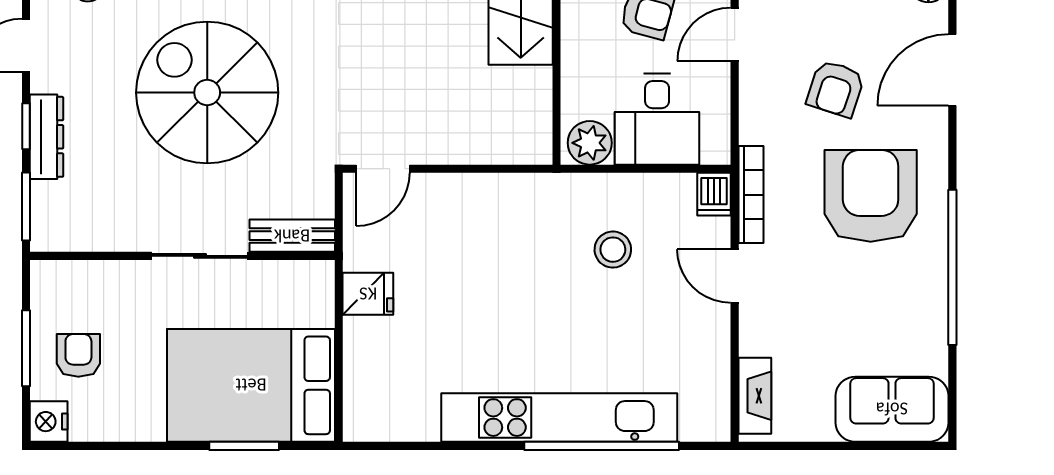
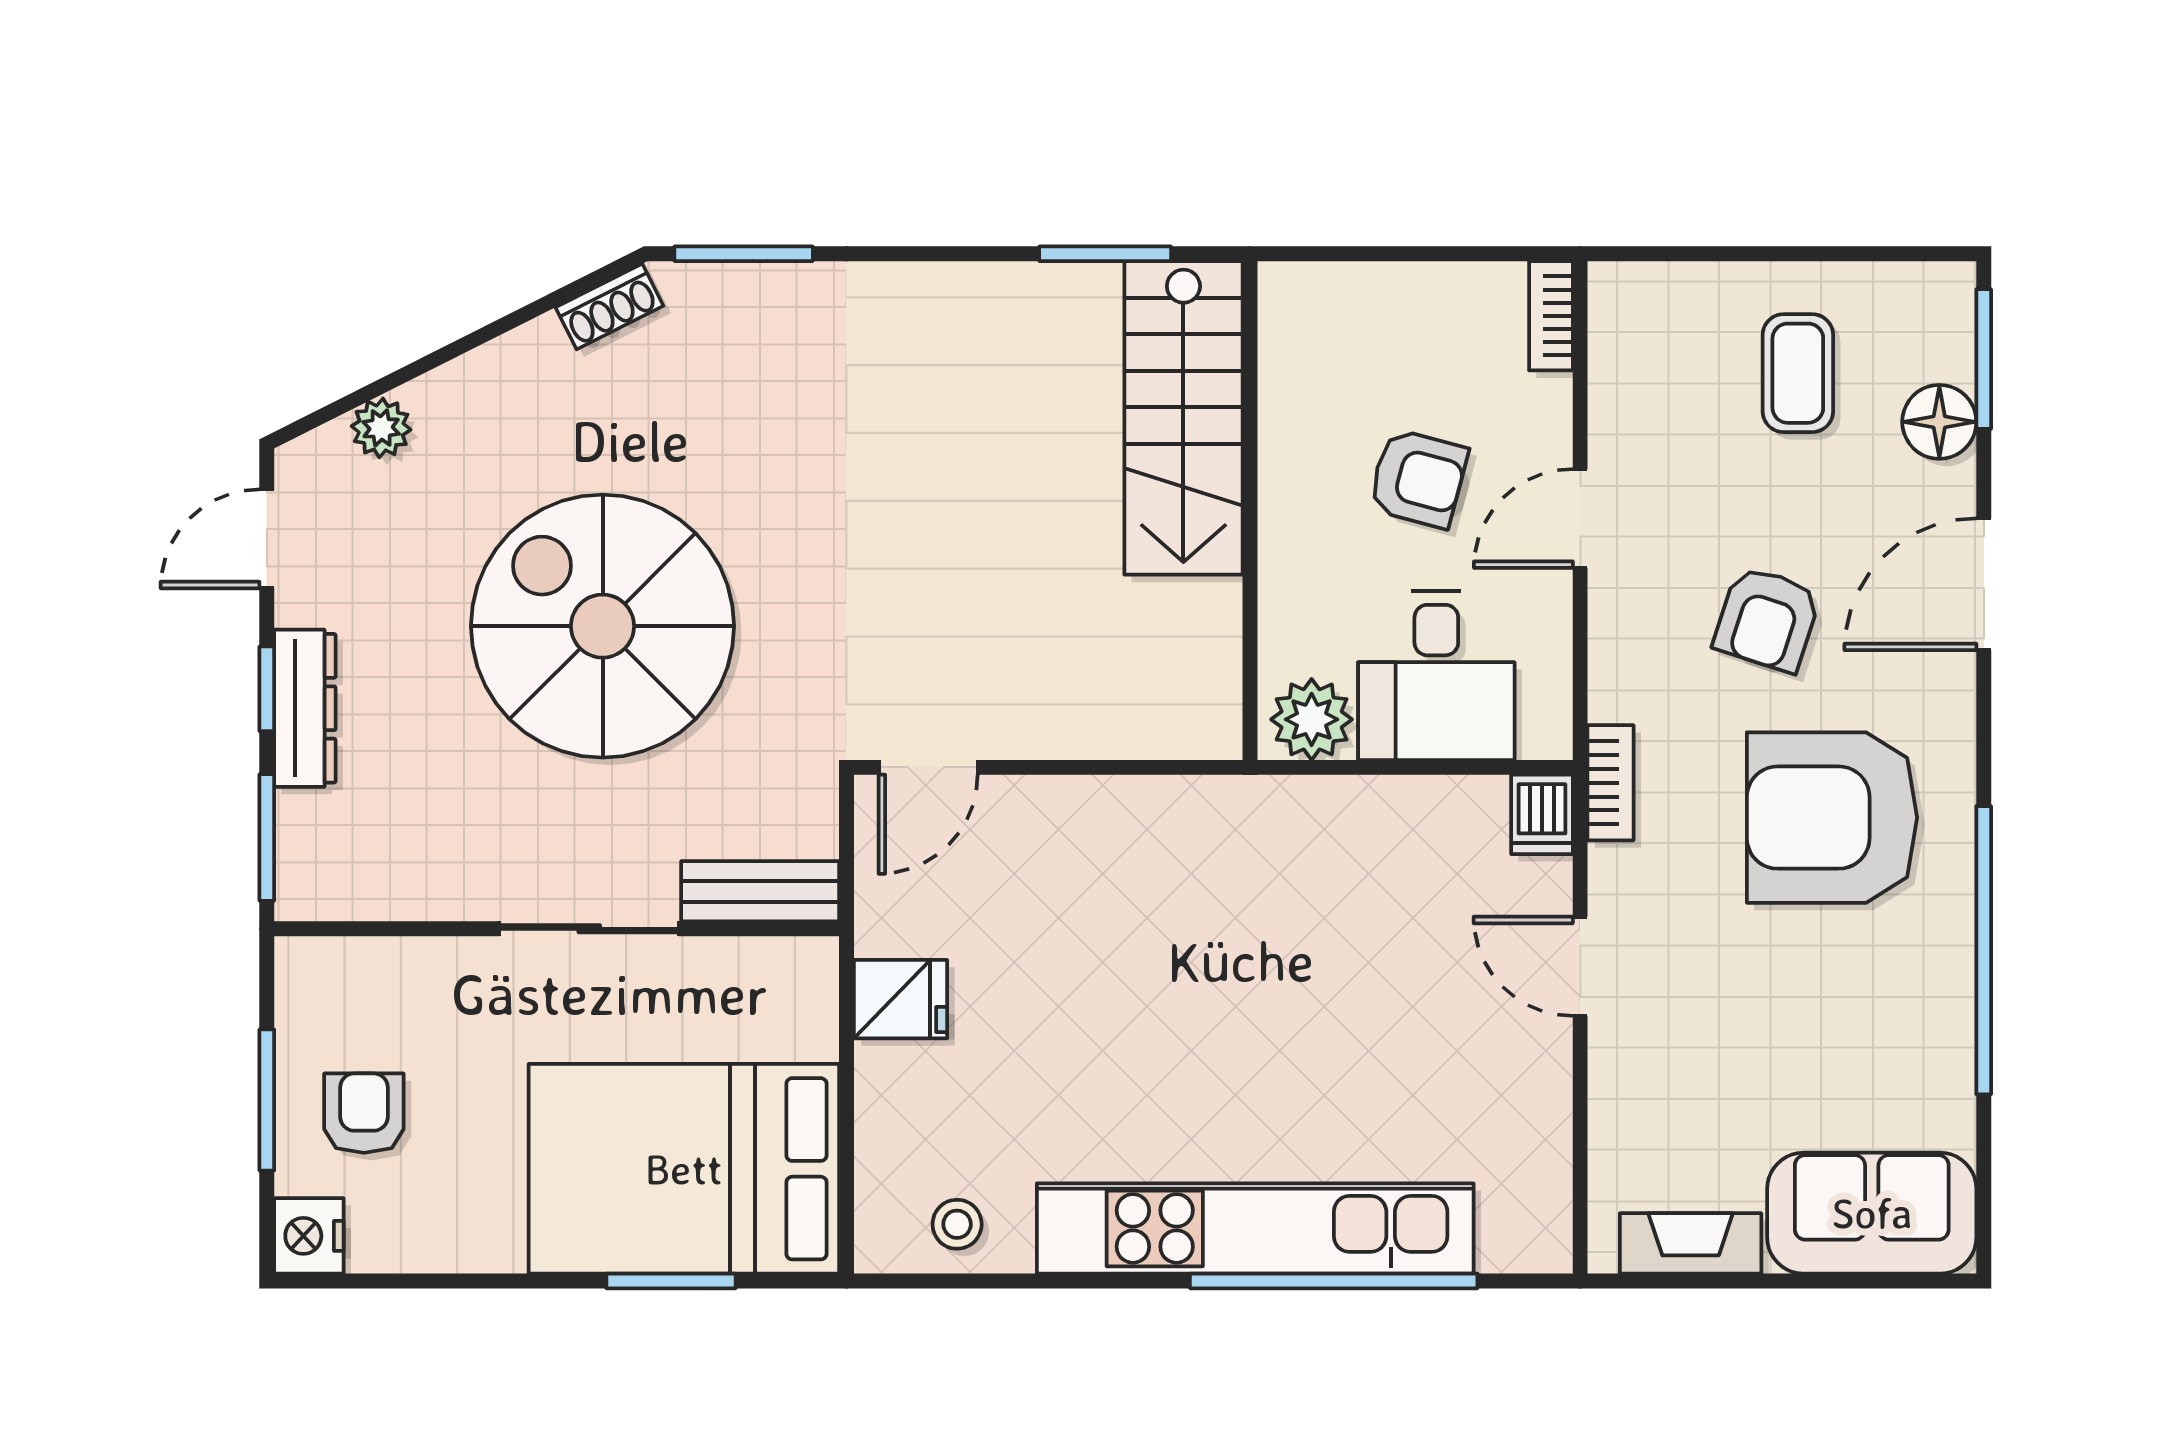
bookcase: (751, 195) -> (1611, 783), width x0.64
armchair: (871, 196) -> (1832, 818), turned -90
stool: (613, 250) -> (957, 1224), moved, width x0.73, depth x0.73
fireplace: (755, 396) -> (1691, 1243), moved, turned -90

